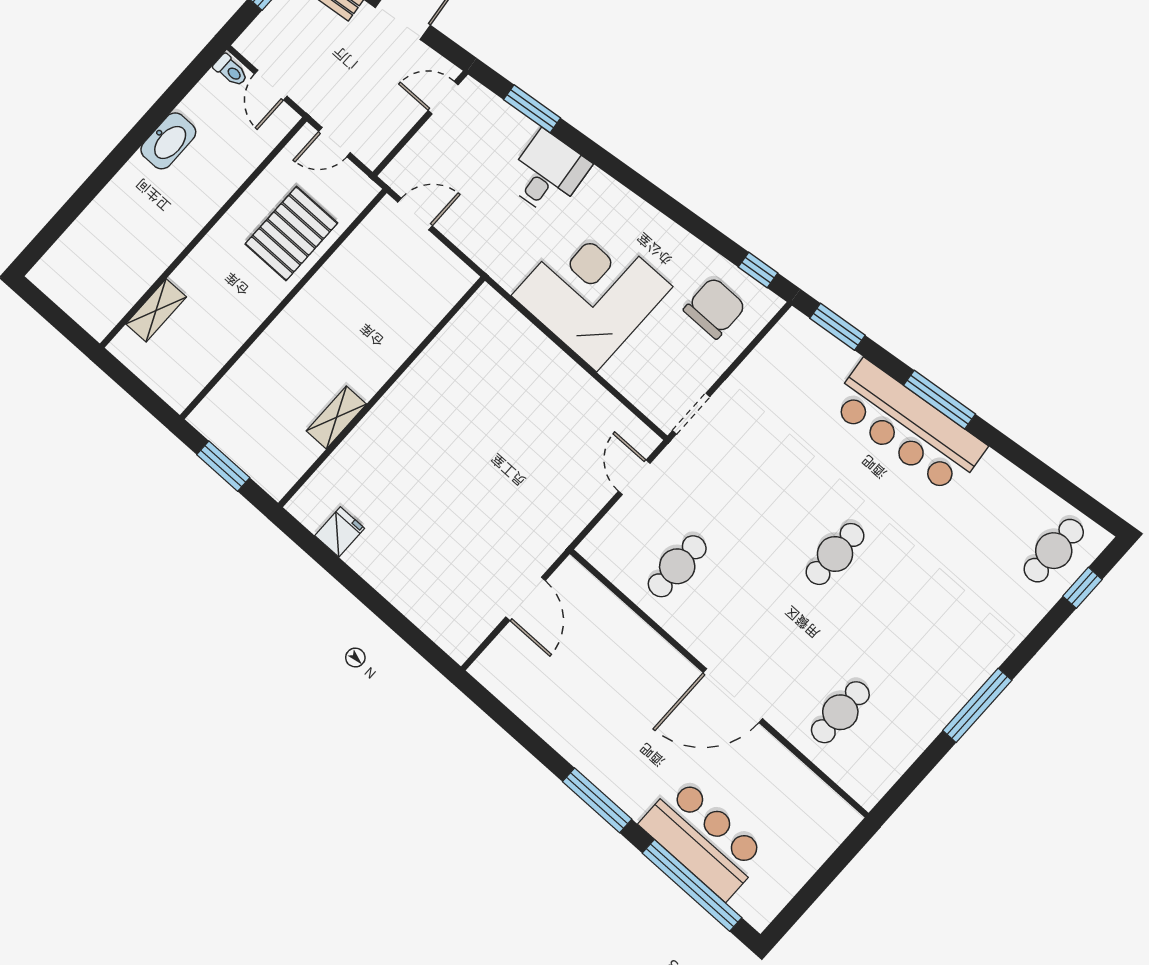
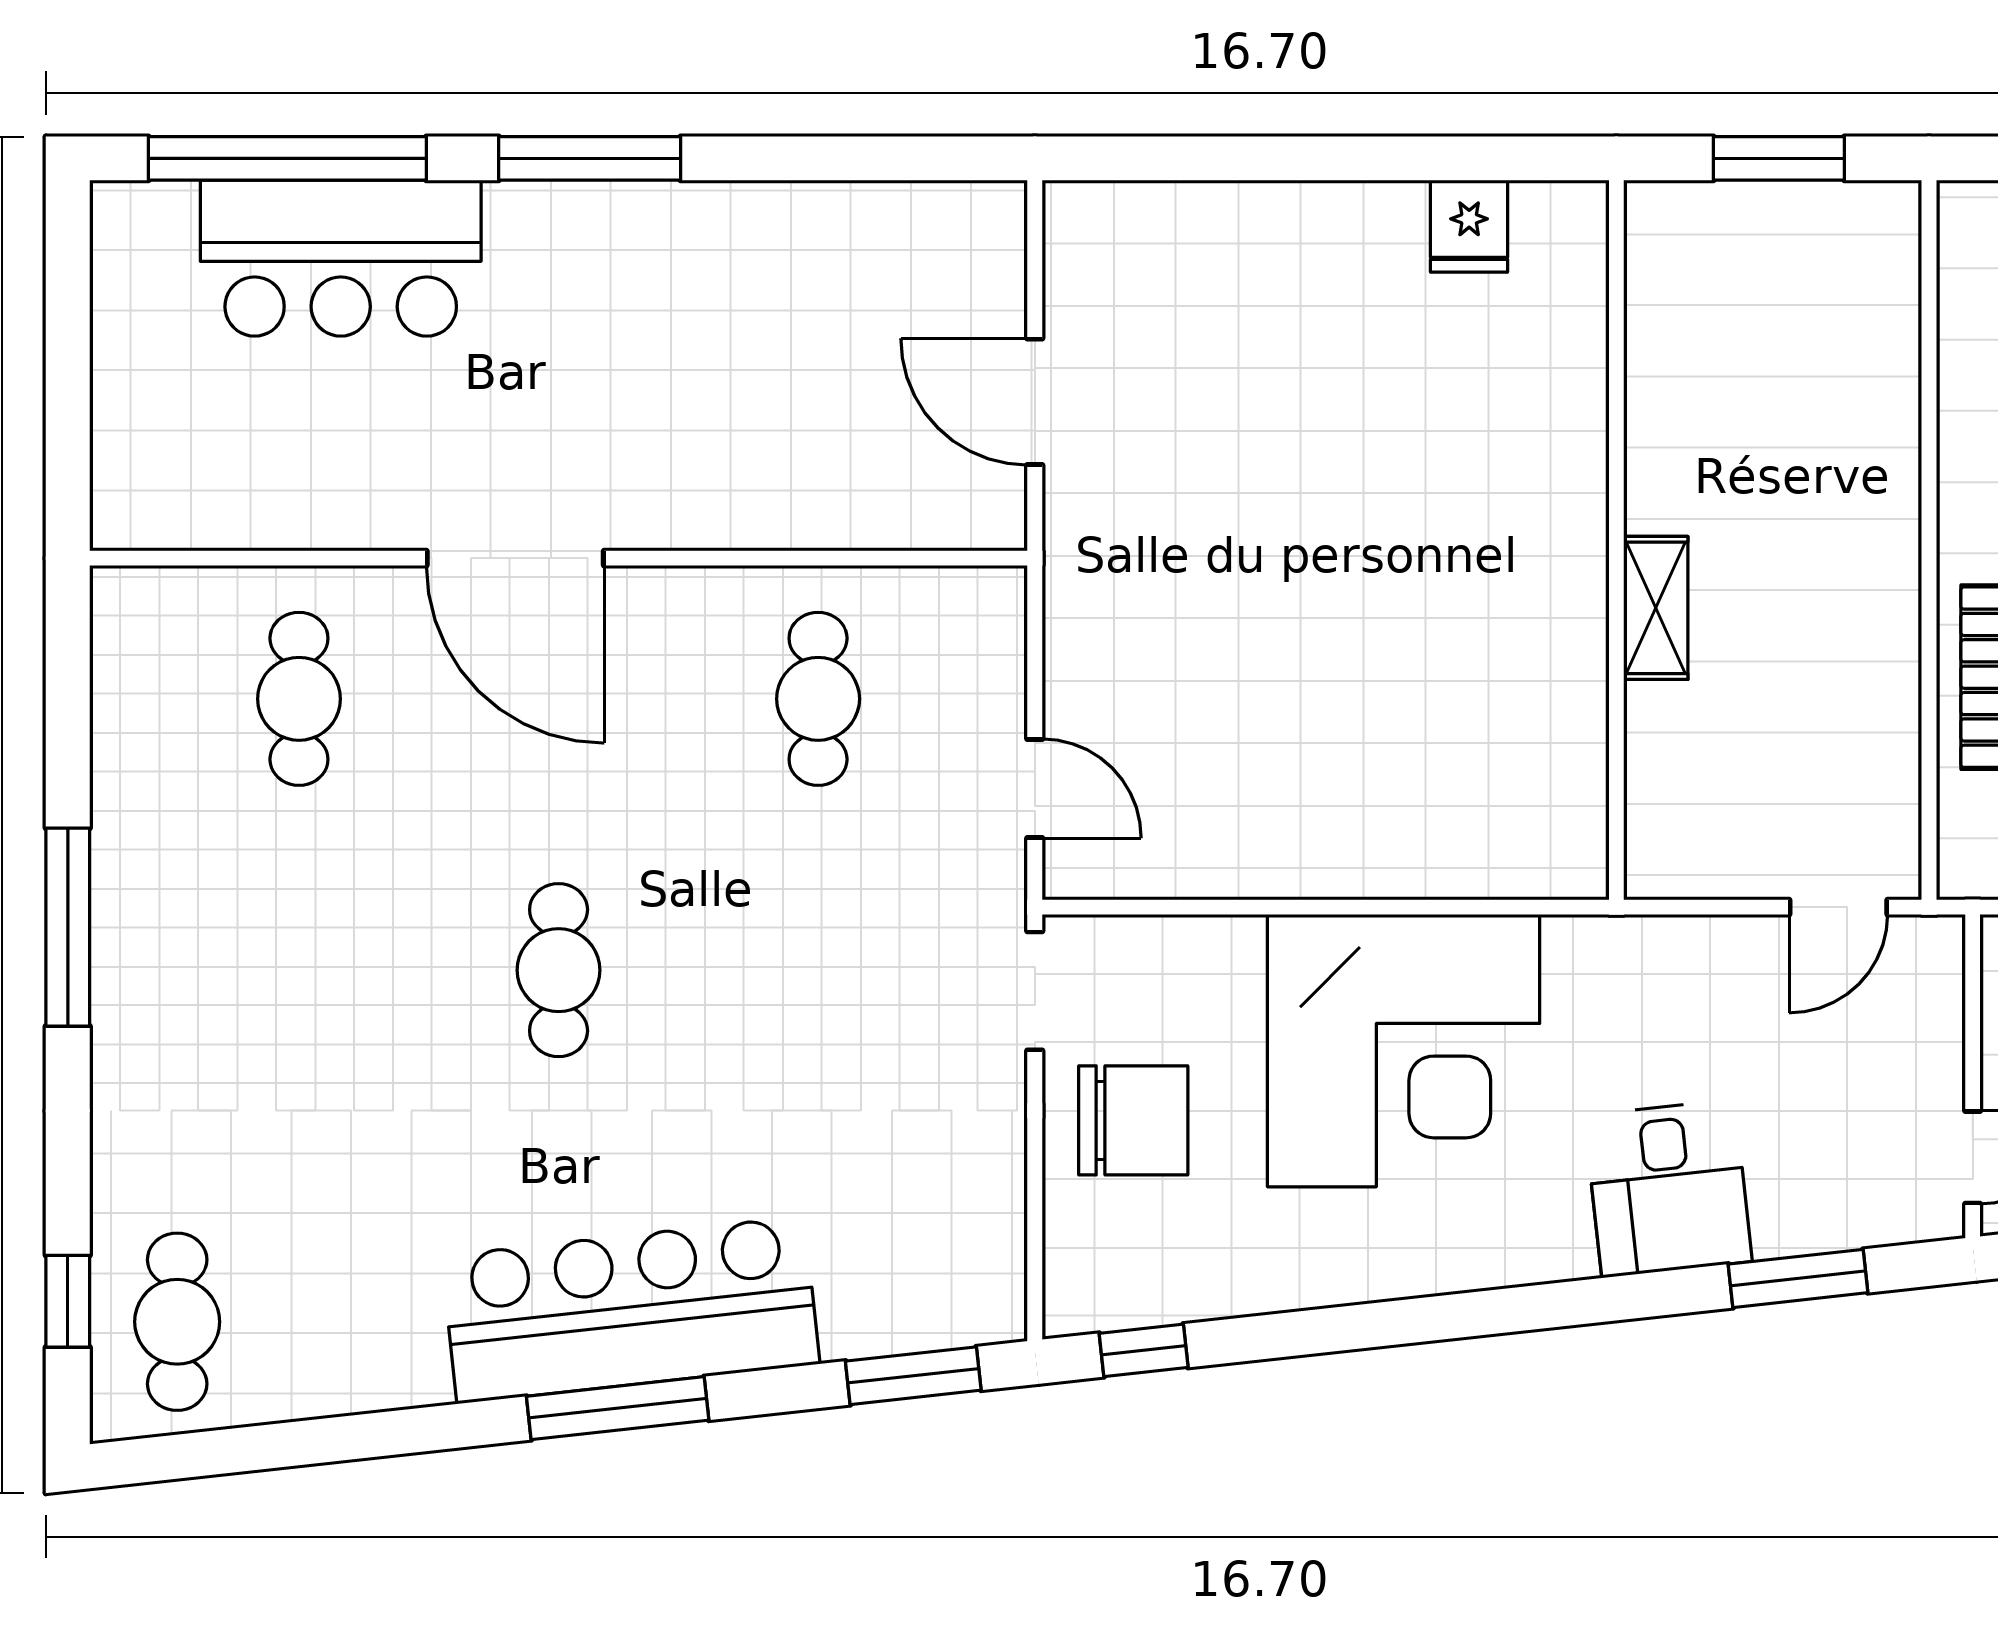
chair: (715, 308) -> (1133, 1120), moved, turned -90
shelving: (336, 418) -> (1656, 608), moved
door: (733, 696) -> (515, 558), swing flipped

